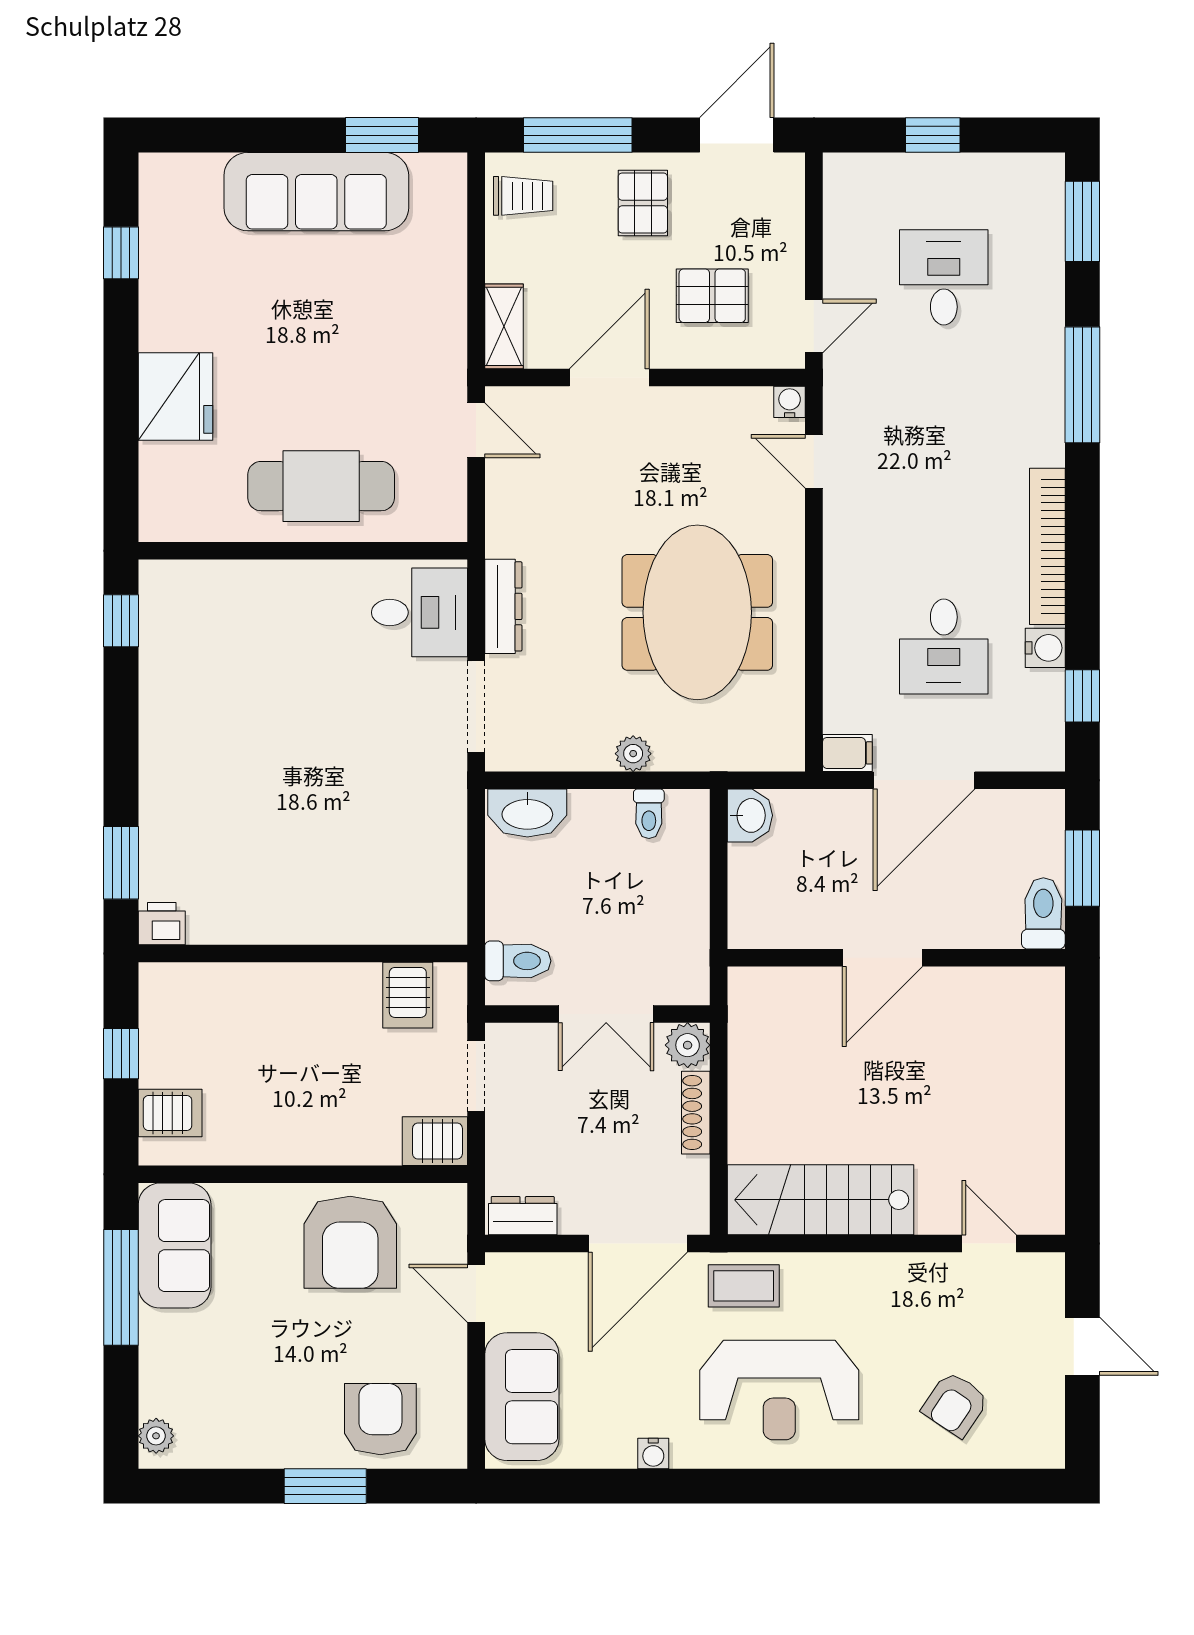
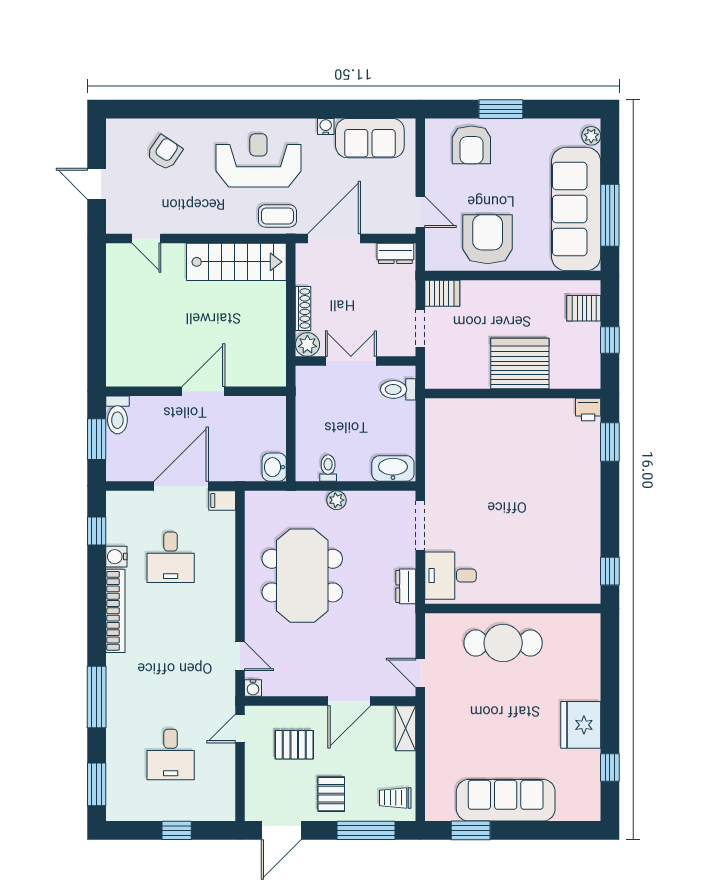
fridge: (176, 397) -> (581, 725), moved
dresser: (503, 606) -> (406, 586), width x0.70
desk: (944, 647) -> (171, 557), turned 180
server rack: (408, 995) -> (520, 363), moved, width x2.18, depth x1.44
sofa: (175, 1246) -> (576, 209), width x1.85, depth x1.27
sofa: (522, 1397) -> (370, 138), moved, turned -90

